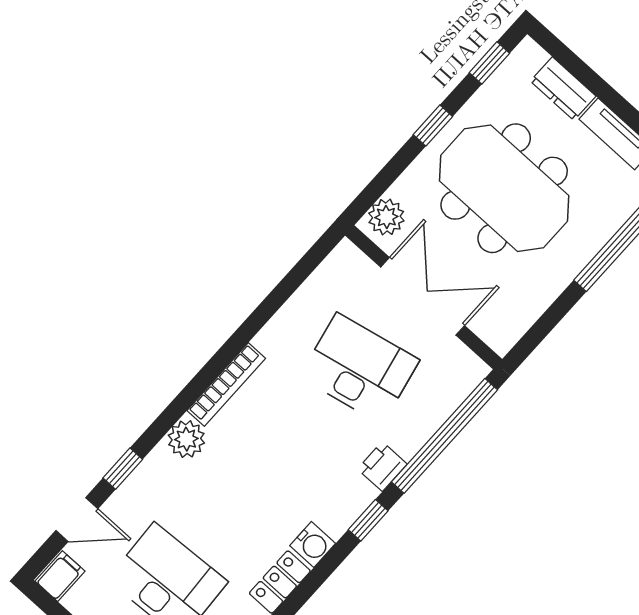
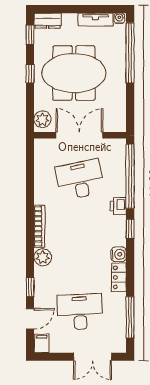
dresser: (563, 89) -> (48, 21), moved

